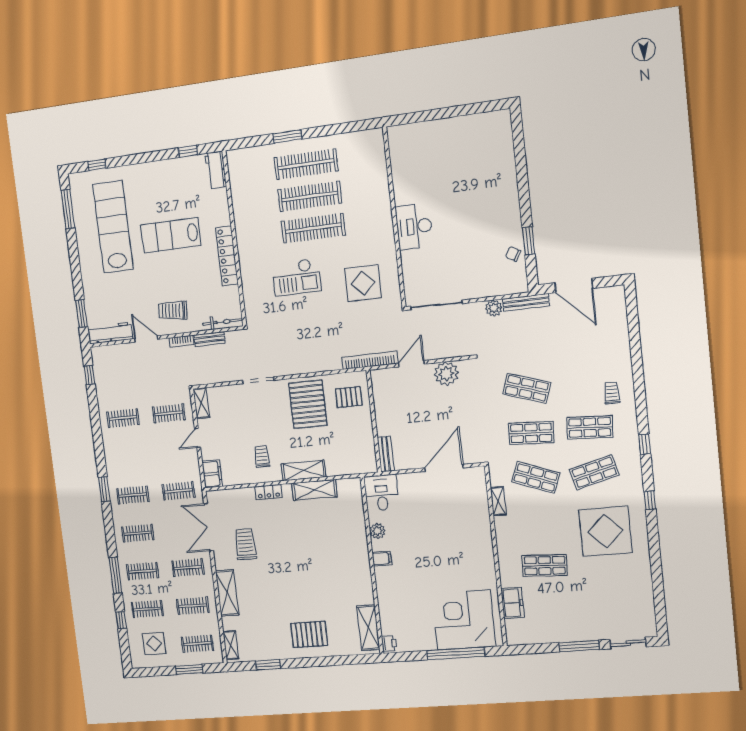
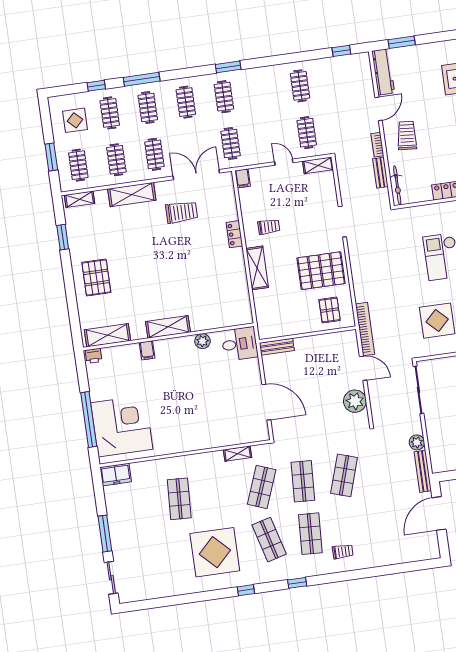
filing cabinet: (212, 474) -> (243, 178), width x0.50
shelving: (314, 490) -> (168, 327), moved, turned 90
filing cabinet: (382, 559) -> (147, 350), moved
freezer: (513, 603) -> (116, 475), moved

